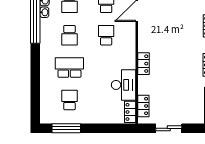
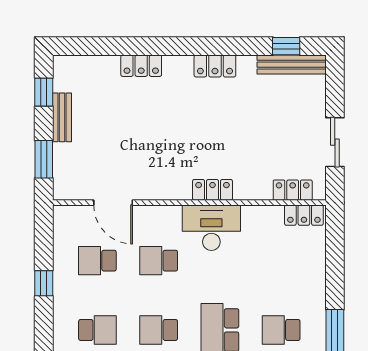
school desk: (69, 35) -> (159, 330), turned 180
desk: (124, 85) -> (211, 228), moved

